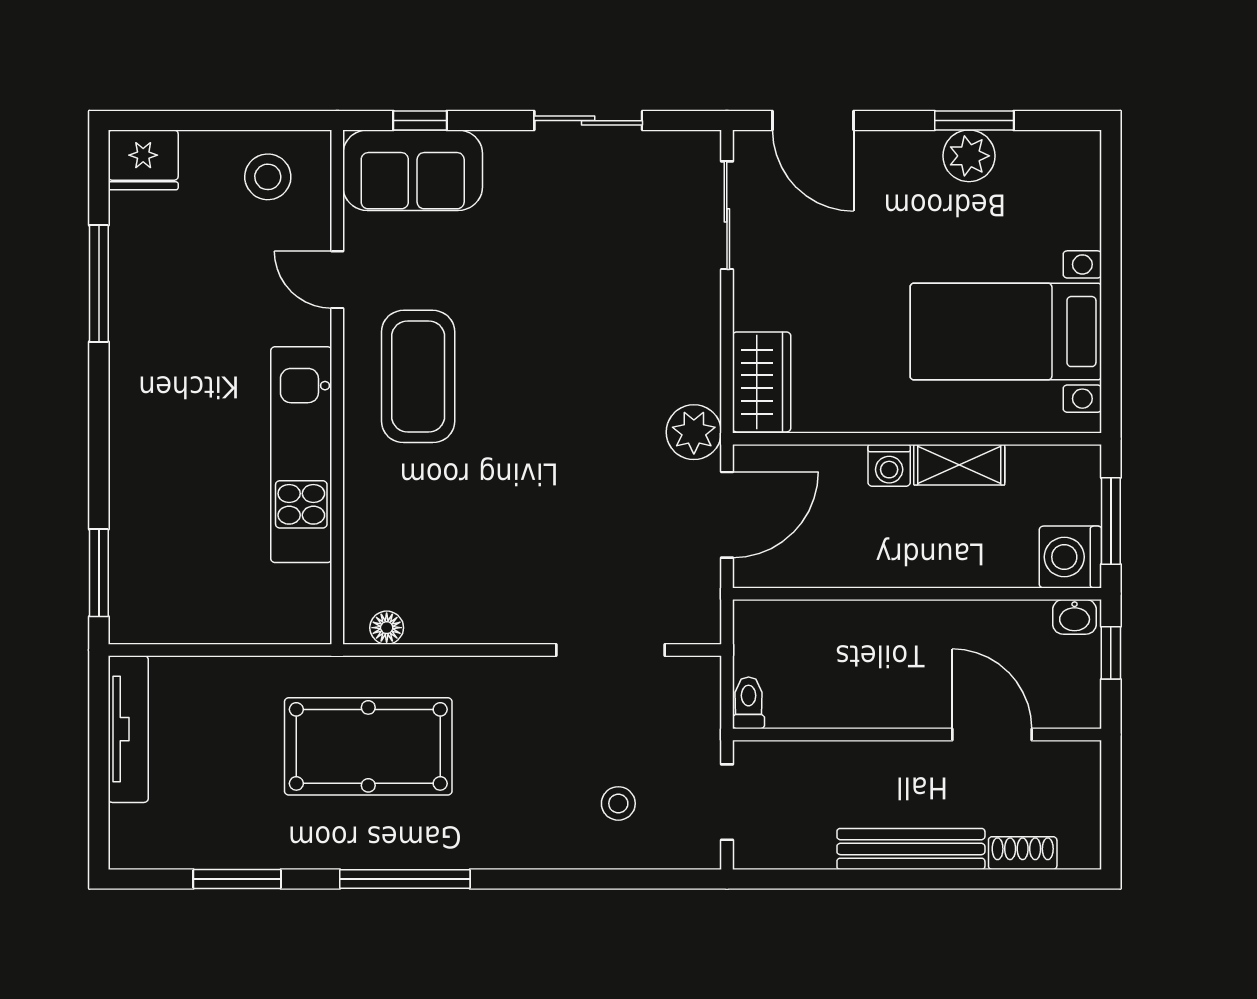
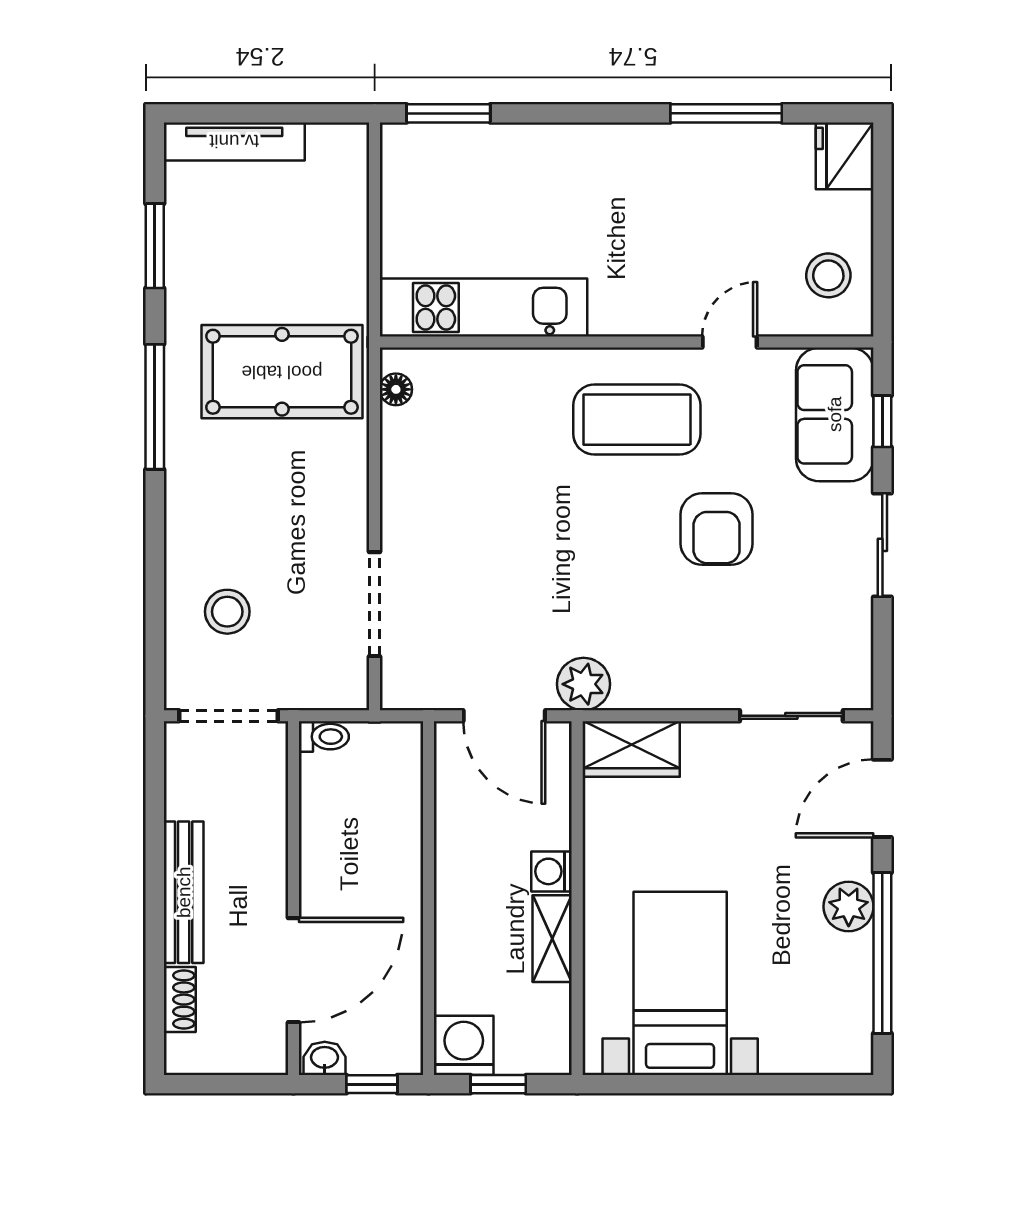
sliding door: (588, 121) -> (882, 545), moved
window: (974, 121) -> (882, 953), width x2.11
plant: (969, 156) -> (849, 907), moved
armchair: (532, 293) -> (717, 529), added
kitchen unit: (301, 455) -> (483, 307), moved
window: (1111, 521) -> (498, 1084), width x0.67
washbasin: (1075, 617) -> (325, 1058), moved, turned 90
tv unit: (128, 729) -> (234, 141), moved
door: (992, 734) -> (293, 970), width x1.36
pool table: (368, 746) -> (282, 372), turned 90
doorway: (727, 802) -> (229, 716), width x1.38
stool: (618, 803) -> (227, 612), width x1.37, depth x1.37

